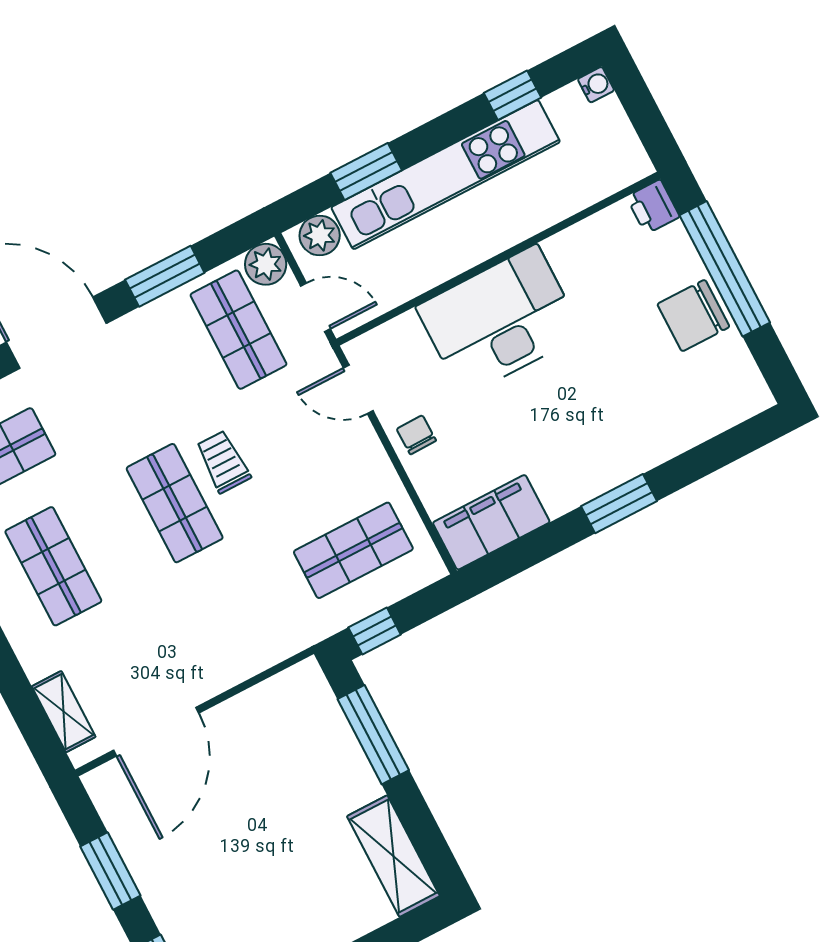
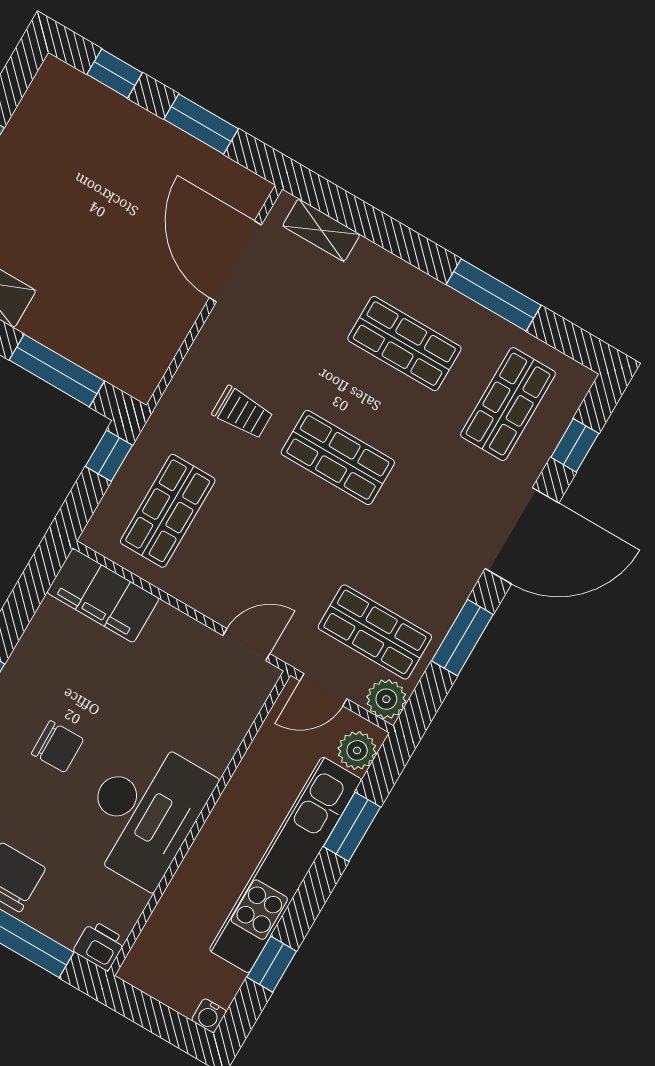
desk: (500, 321) -> (144, 812), moved
chair: (416, 435) -> (58, 747), moved, width x1.37, depth x1.37
trolley: (223, 462) -> (243, 413), moved
filing cabinet: (491, 522) -> (103, 595), moved, turned 90

